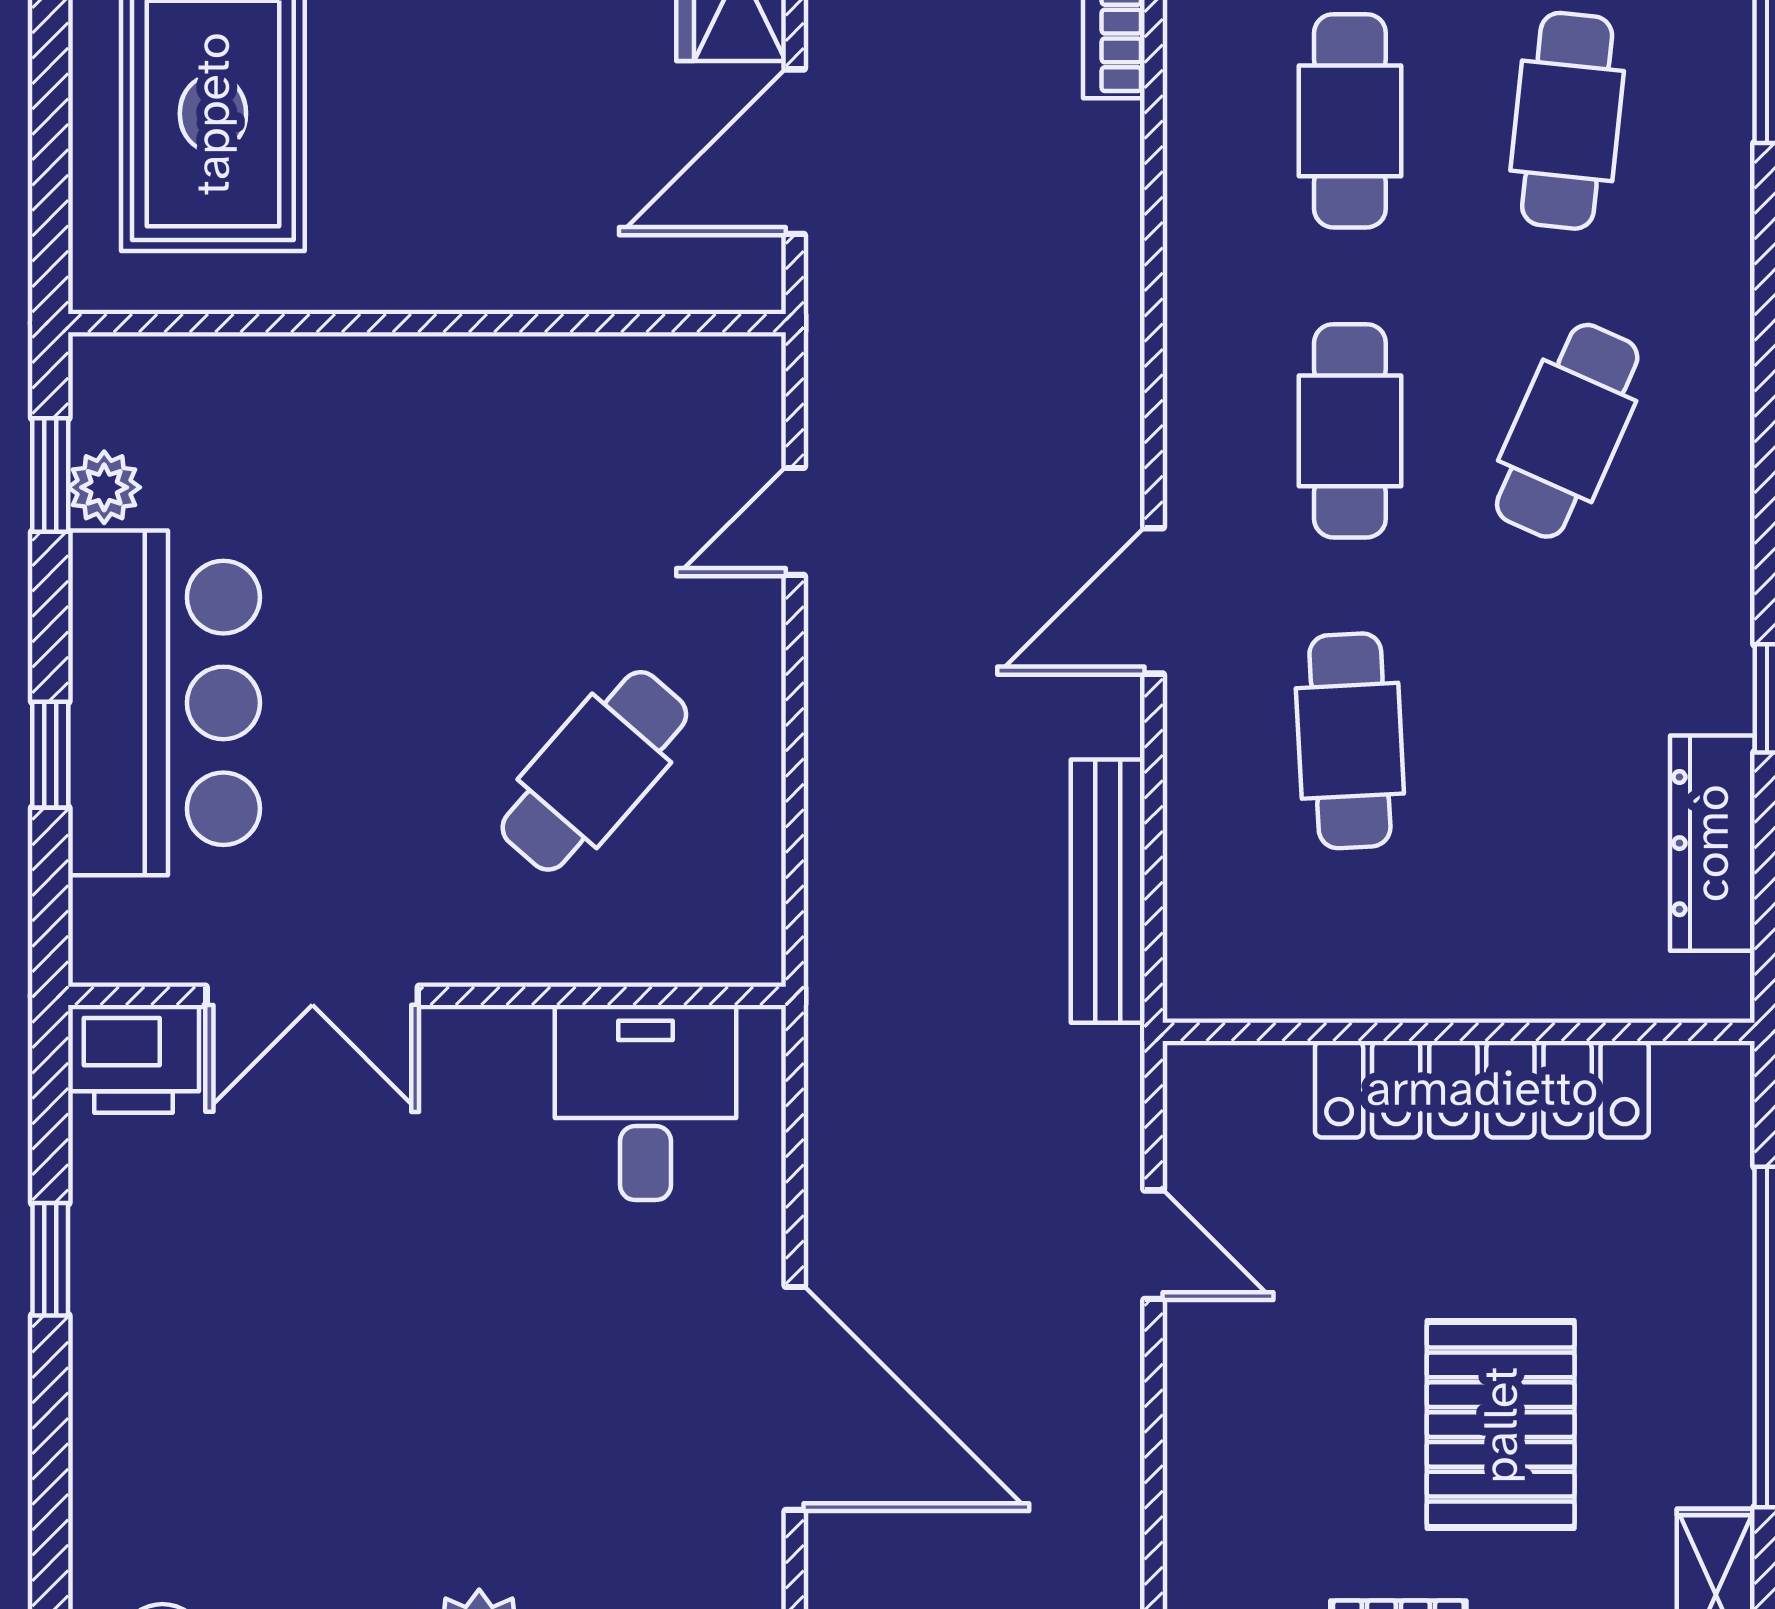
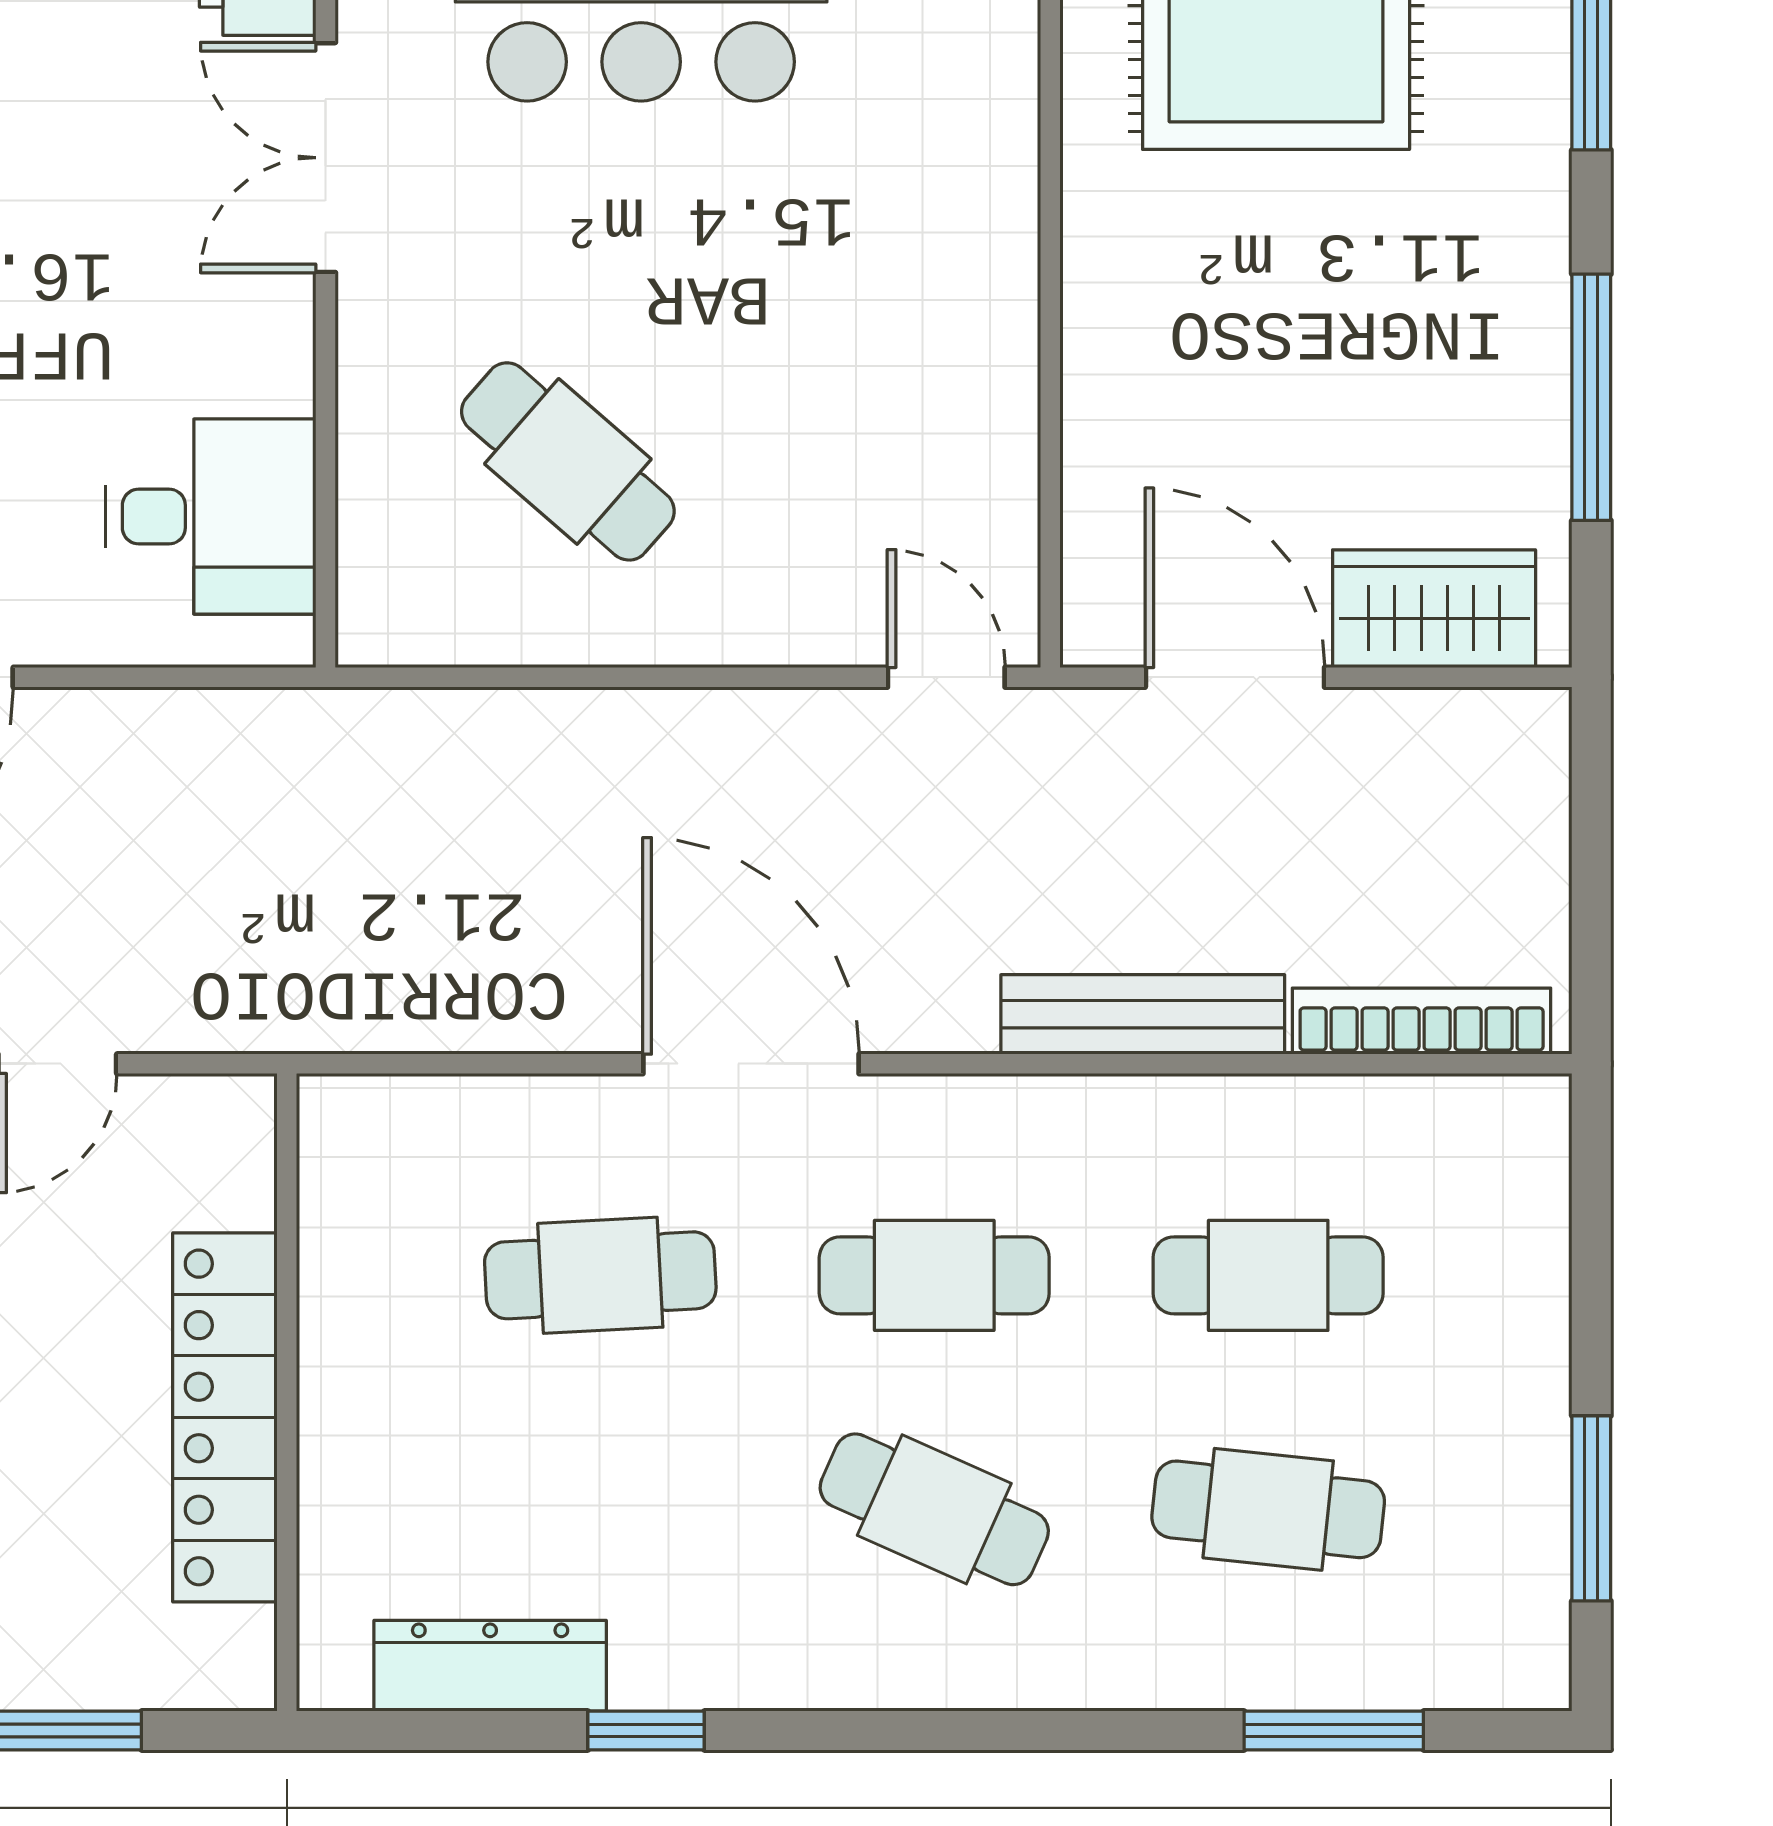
door: (795, 521) -> (946, 677), moved
door: (1154, 601) -> (751, 1064), width x1.36
bench: (1108, 891) -> (1143, 1014), moved

